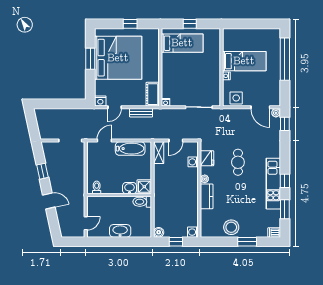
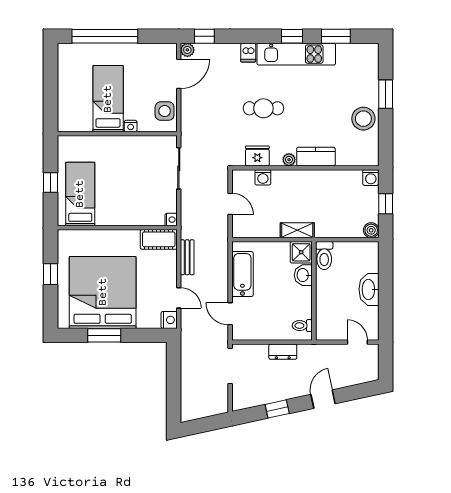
shelving: (159, 153) -> (297, 230), moved
dresser: (80, 175) -> (283, 352), added
dishwasher: (274, 232) -> (248, 53), moved

